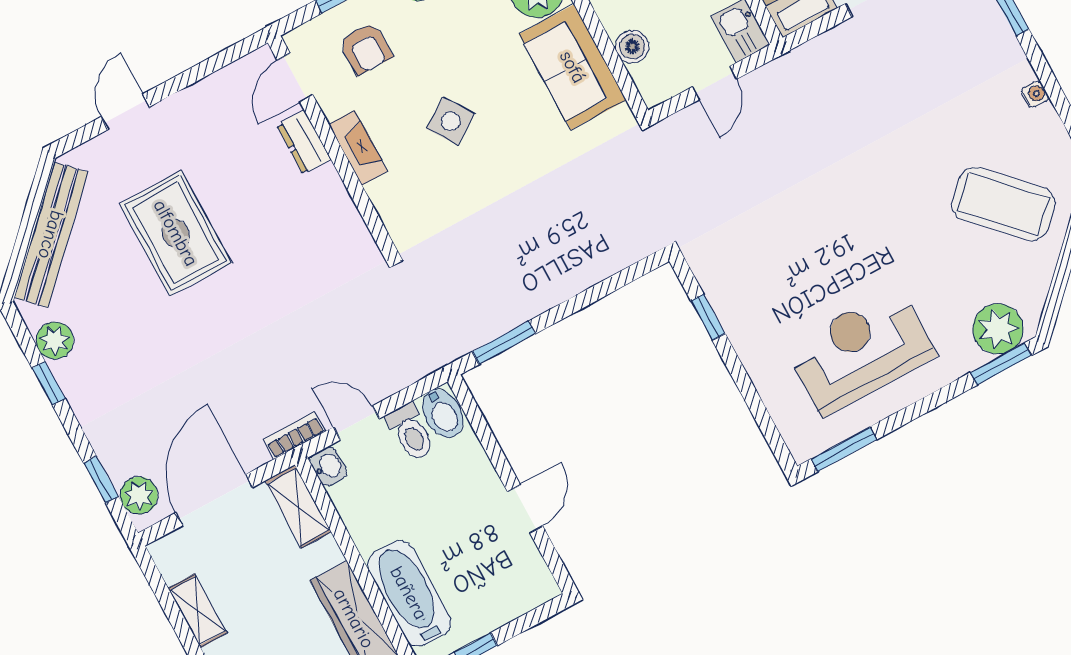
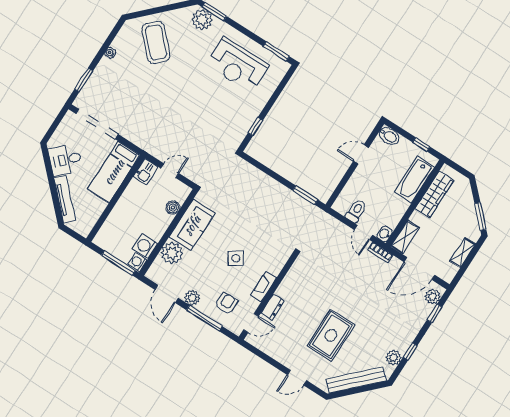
bidet: (443, 413) -> (389, 136), moved, turned 90

